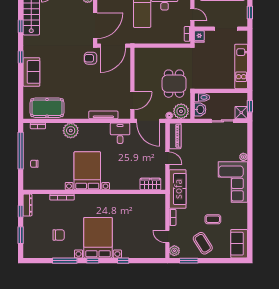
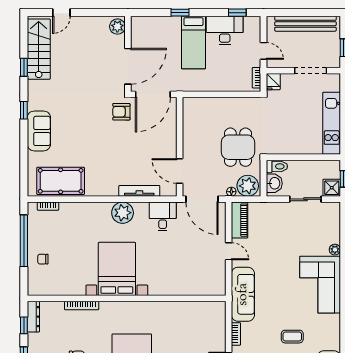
door: (132, 101) -> (180, 171), swing flipped
plant: (71, 131) -> (123, 213), moved
wardrobe: (150, 184) -> (205, 287), removed

